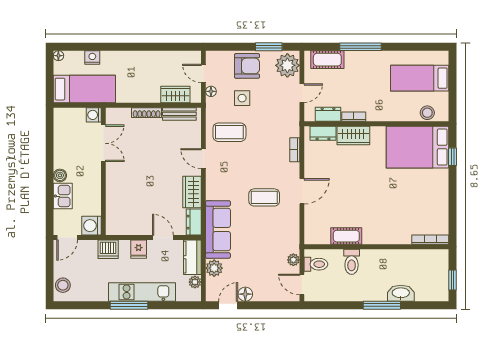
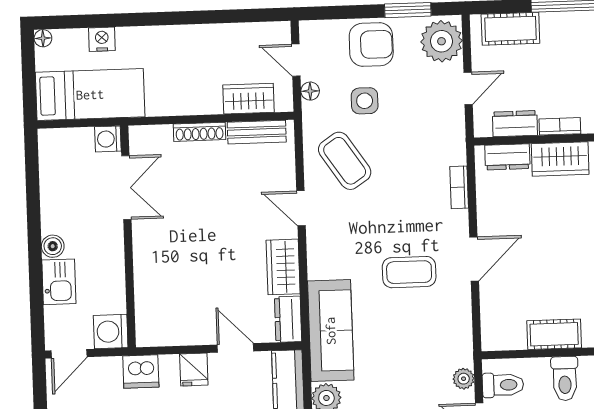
coffee table: (229, 132) -> (345, 161), turned 56

